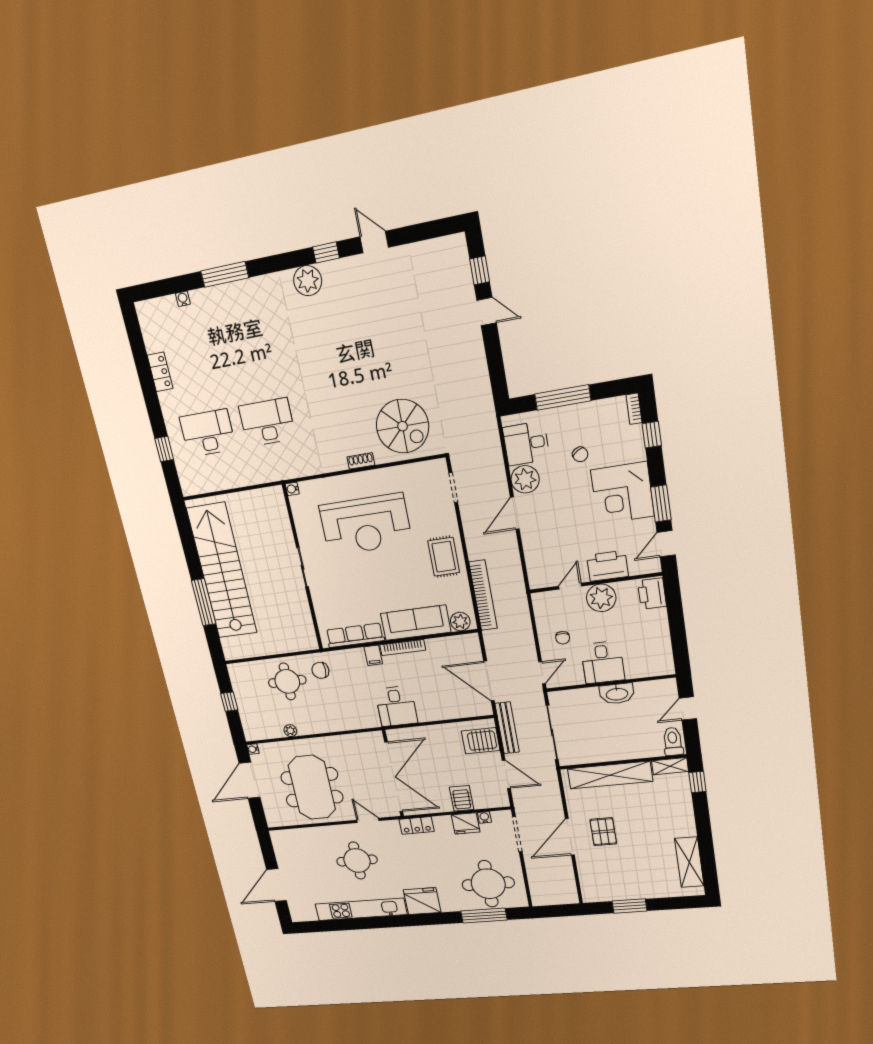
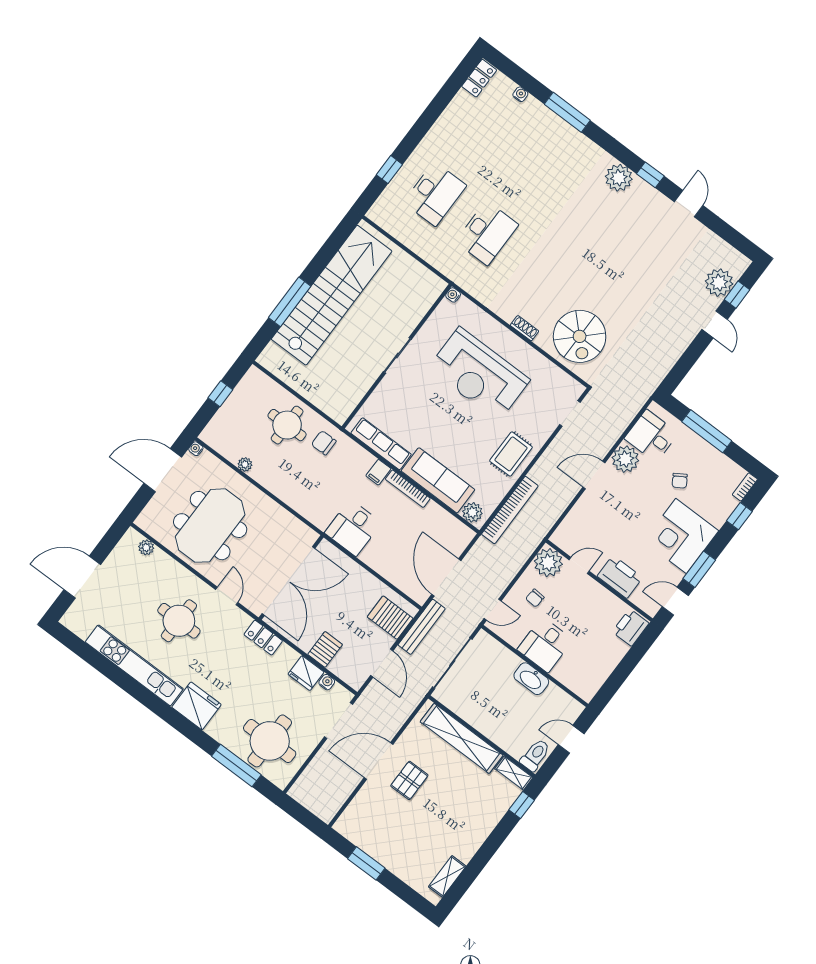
plant: (457, 276) -> (719, 283), added
locker: (160, 372) -> (479, 78), moved
desk: (267, 422) -> (487, 233), turned 90
desk: (208, 433) -> (435, 194), turned 90
plant: (601, 598) -> (548, 563), moved
plant: (291, 835) -> (146, 547), added
shelving: (689, 862) -> (447, 876), width x0.67, depth x0.75

